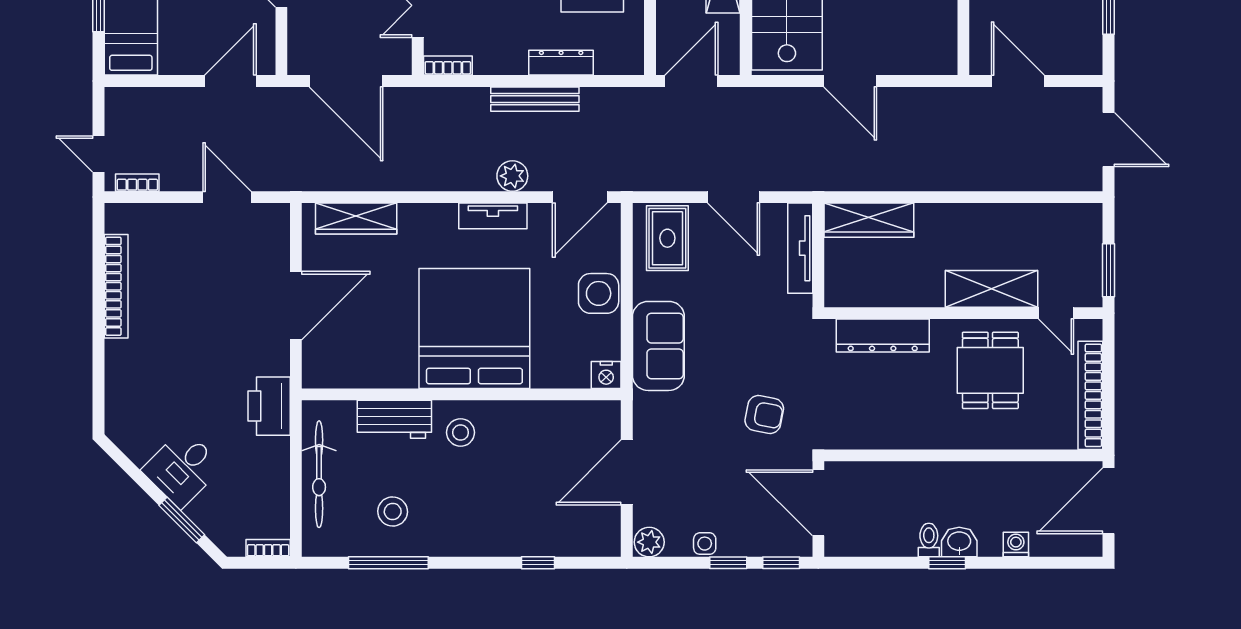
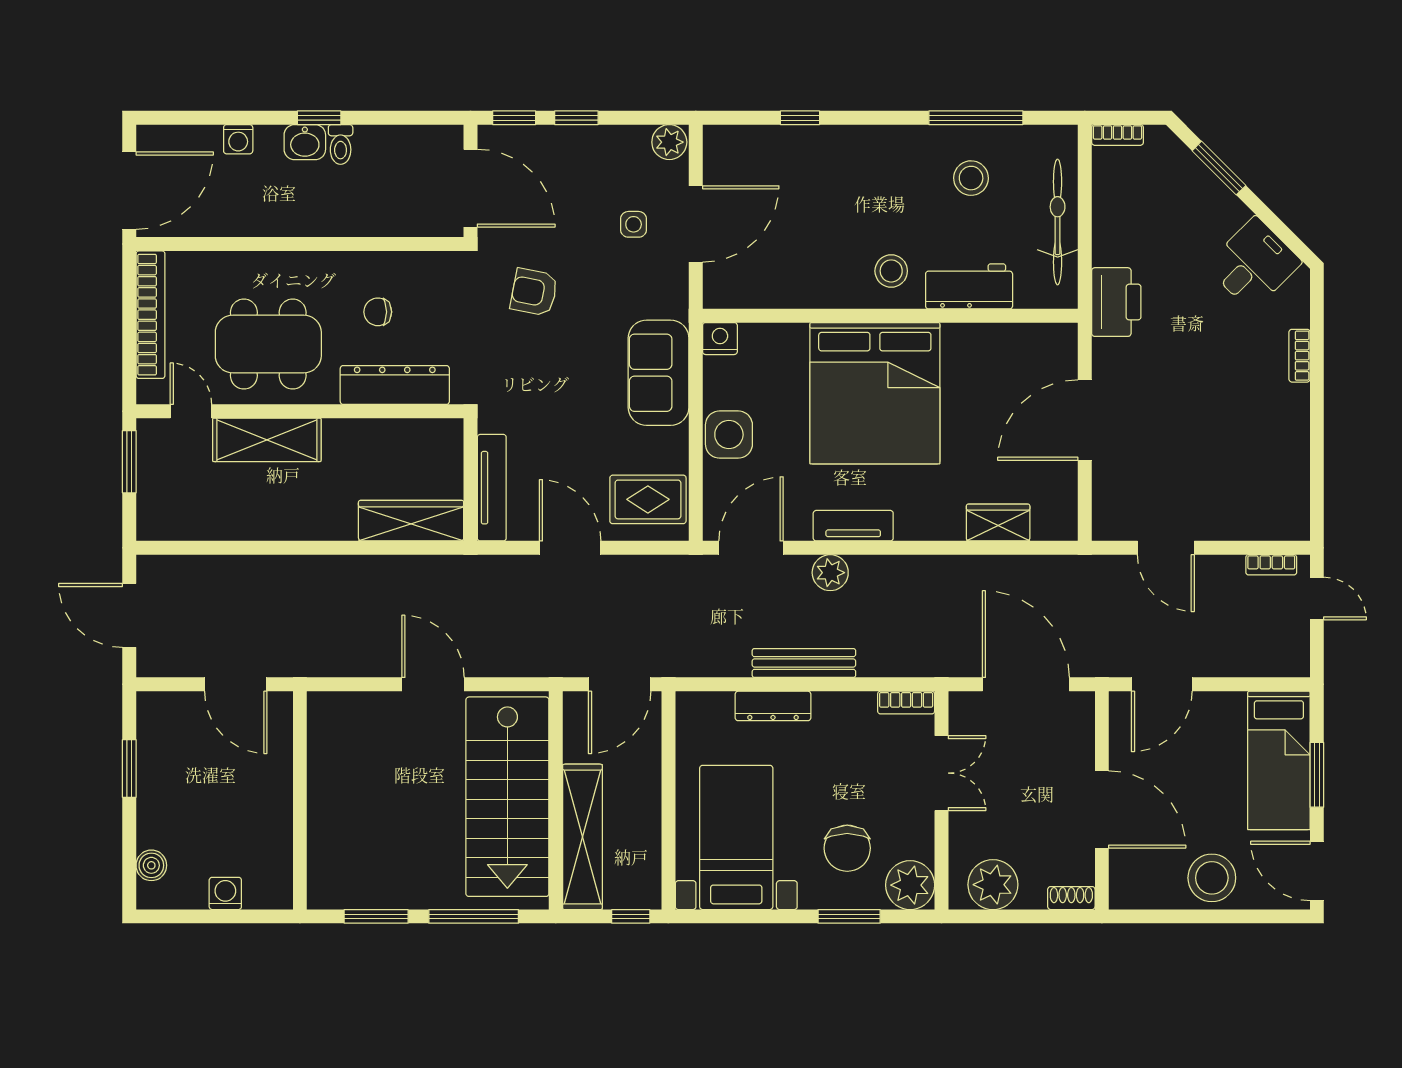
wardrobe: (356, 219) -> (998, 523), width x0.67
rug: (667, 238) -> (648, 499), turned 90
bookcase: (116, 286) -> (1299, 356), moved, width x0.43, depth x0.76
dining table: (990, 370) -> (268, 344), width x1.37
chair: (897, 398) -> (378, 312), added
desk: (182, 468) -> (1254, 264), moved
side table: (705, 544) -> (634, 224), moved

